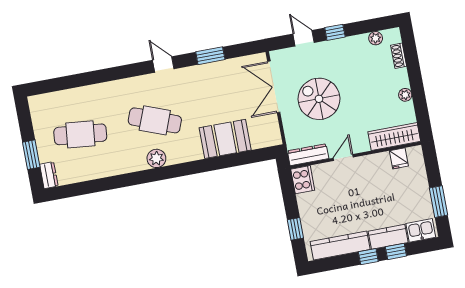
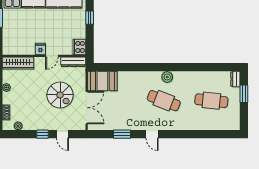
booth: (225, 139) -> (102, 81), moved
fridge: (399, 158) -> (40, 49), moved

